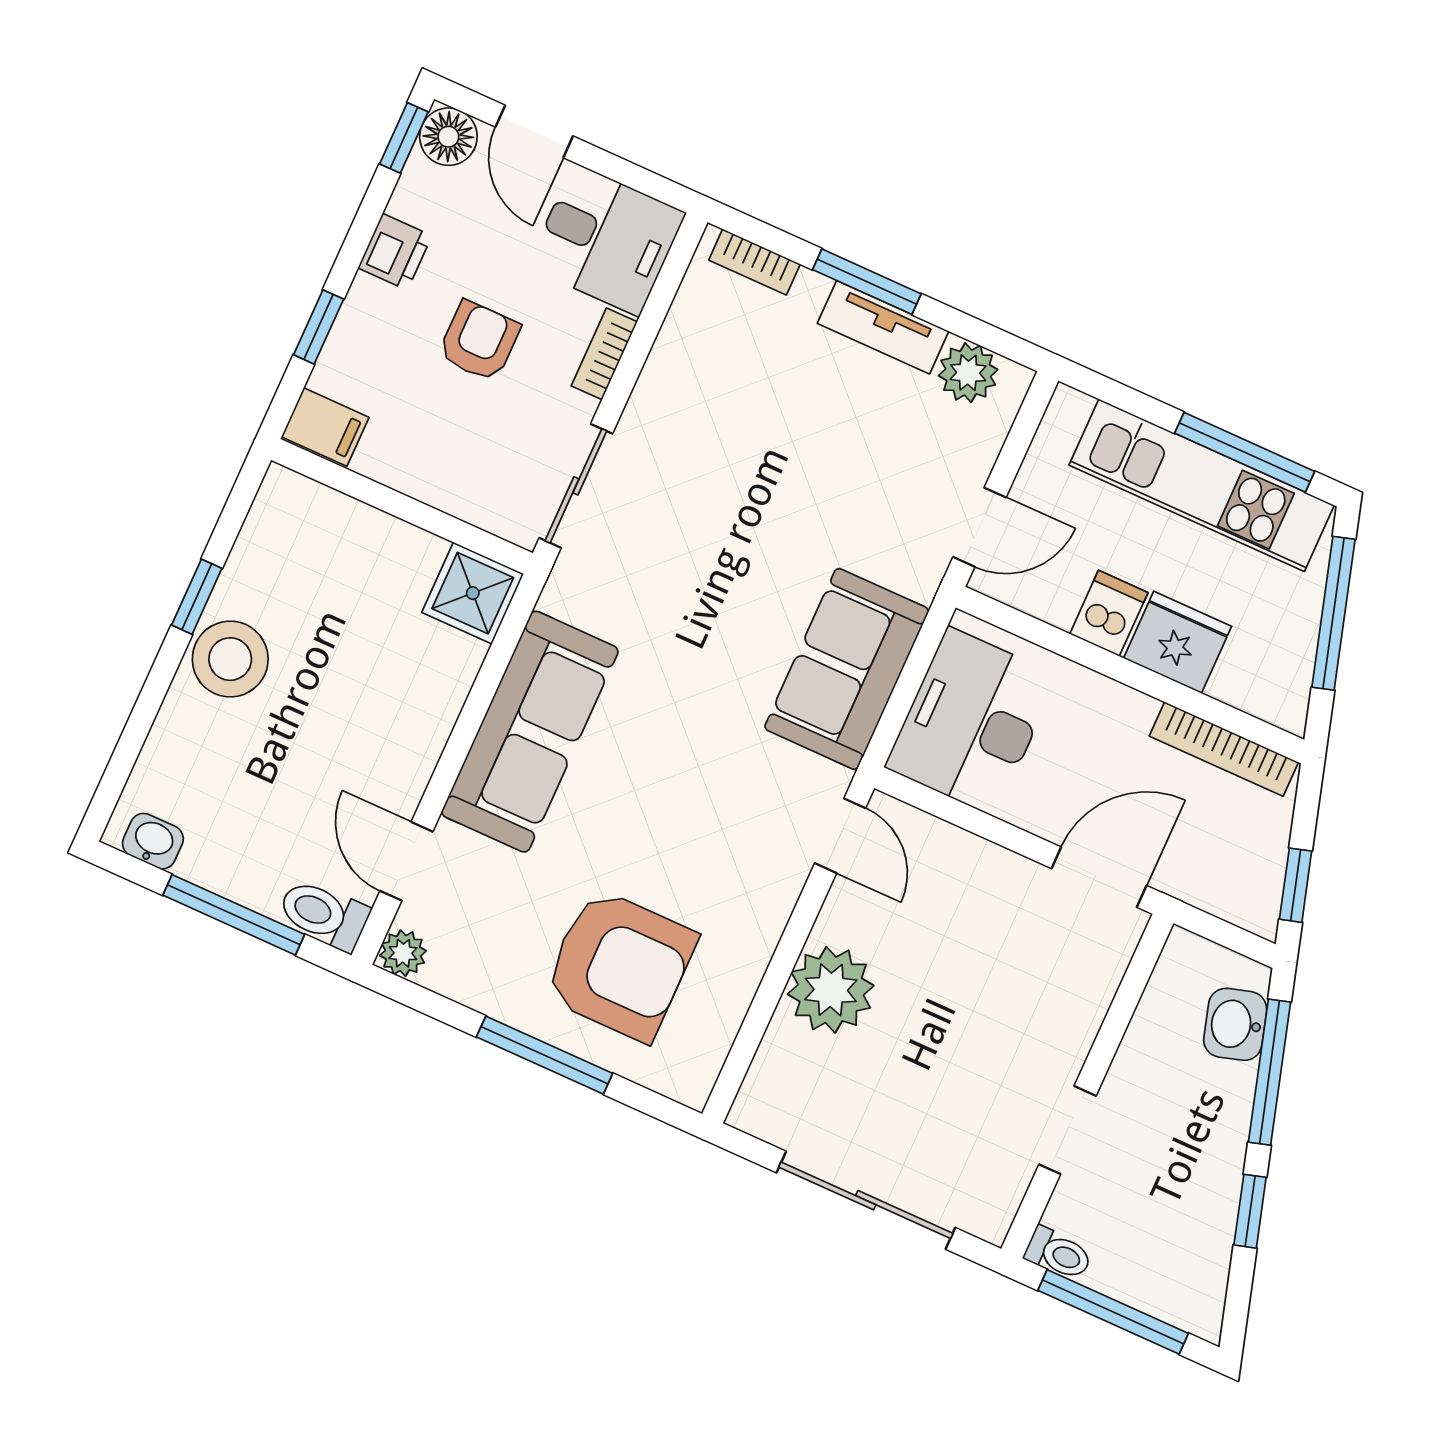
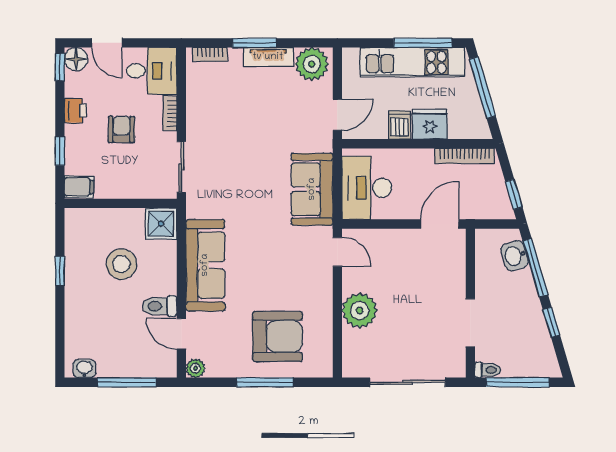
plant: (968, 373) -> (312, 64), width x1.36, depth x1.36
stool: (230, 659) -> (121, 264), moved
toilet: (324, 914) -> (160, 306), moved
doorway: (1067, 1130) -> (470, 323), width x1.38

